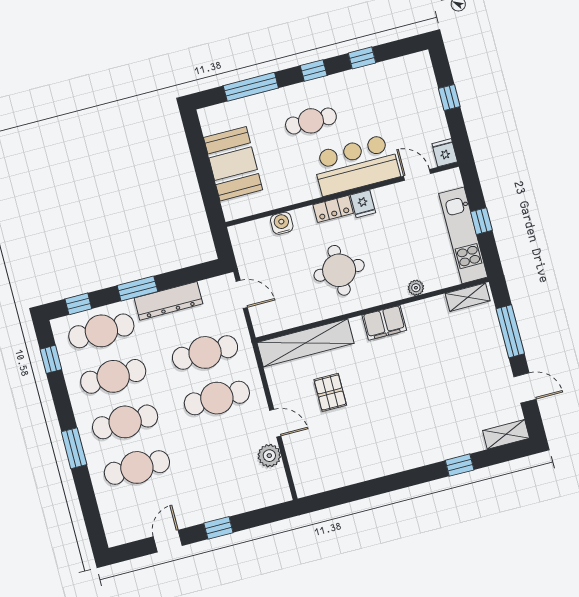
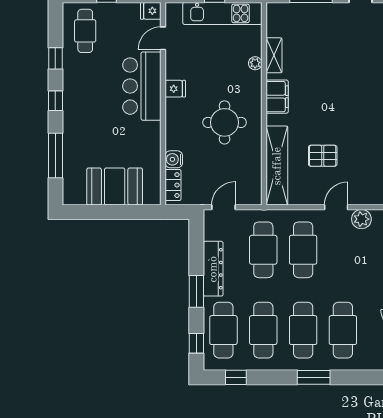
cafe table: (311, 121) -> (85, 31), moved
locker: (333, 209) -> (173, 185), moved
shelving: (468, 297) -> (274, 55), moved

